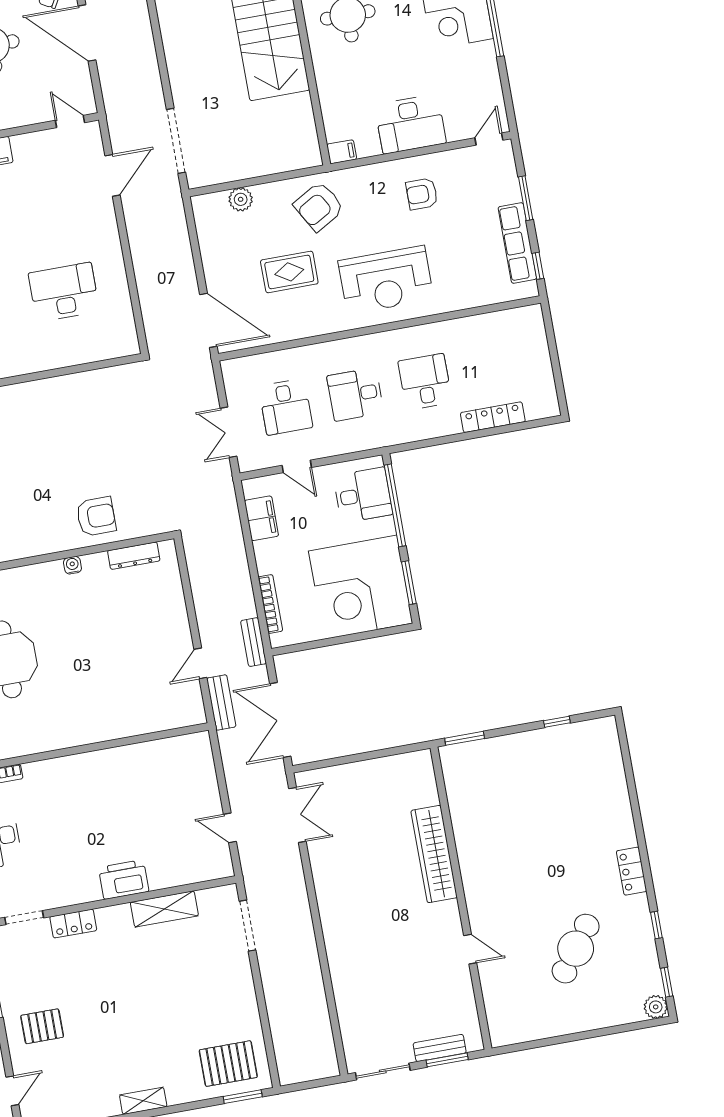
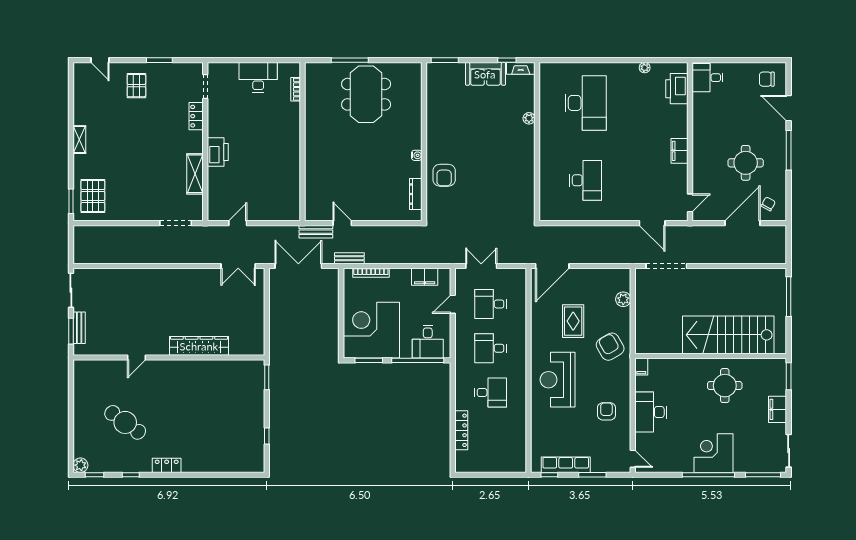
desk: (355, 394) -> (491, 348), turned -90

